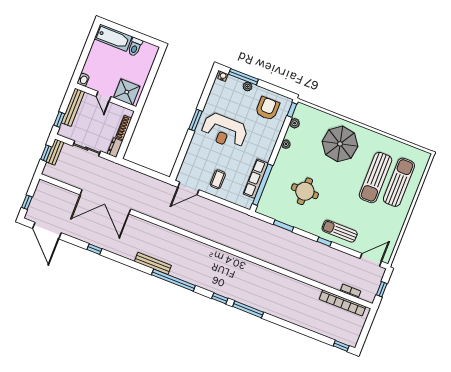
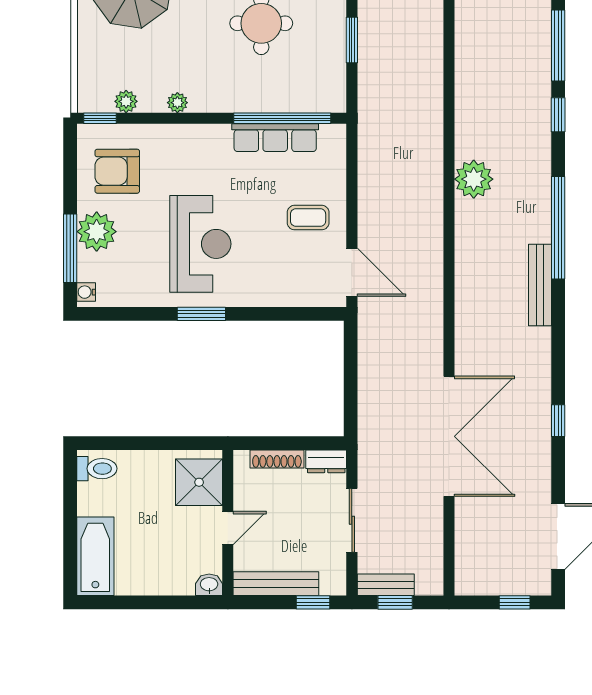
toilet: (135, 47) -> (97, 469), moved
plant: (248, 87) -> (97, 232), width x1.87, depth x1.87
plant: (207, 253) -> (474, 179), added

